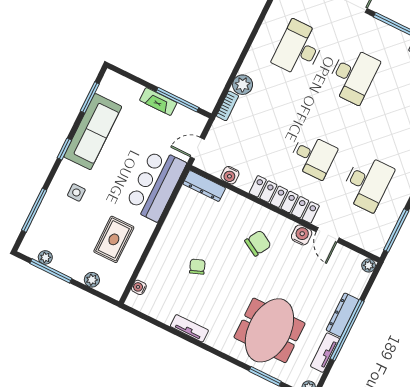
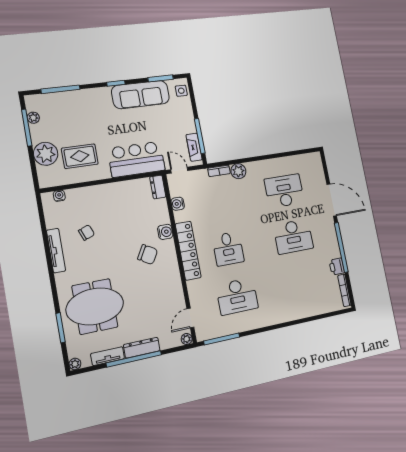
fireplace: (158, 102) -> (194, 147), moved
dresser: (204, 186) -> (158, 187), width x0.70
side table: (76, 192) -> (181, 91), moved
water cooler: (302, 235) -> (165, 232), moved
door: (328, 235) -> (190, 318), moved
chair: (197, 267) -> (86, 233), moved
plant: (92, 280) -> (46, 154), width x1.87, depth x1.87
tv unit: (189, 328) -> (56, 251), width x1.41

